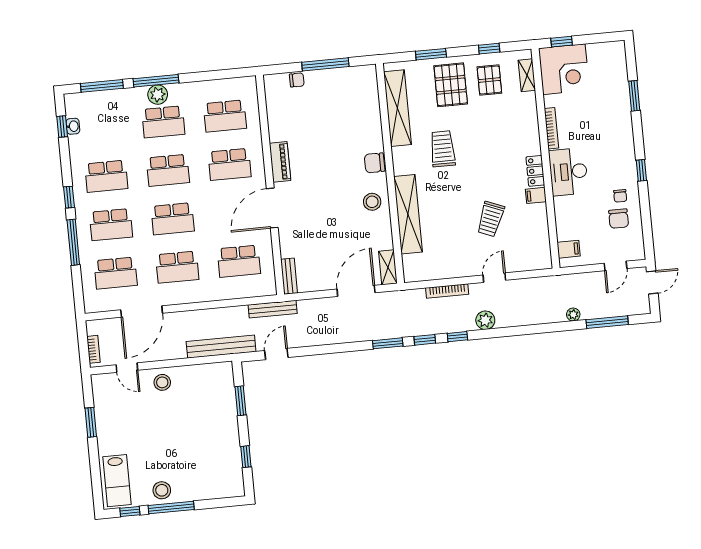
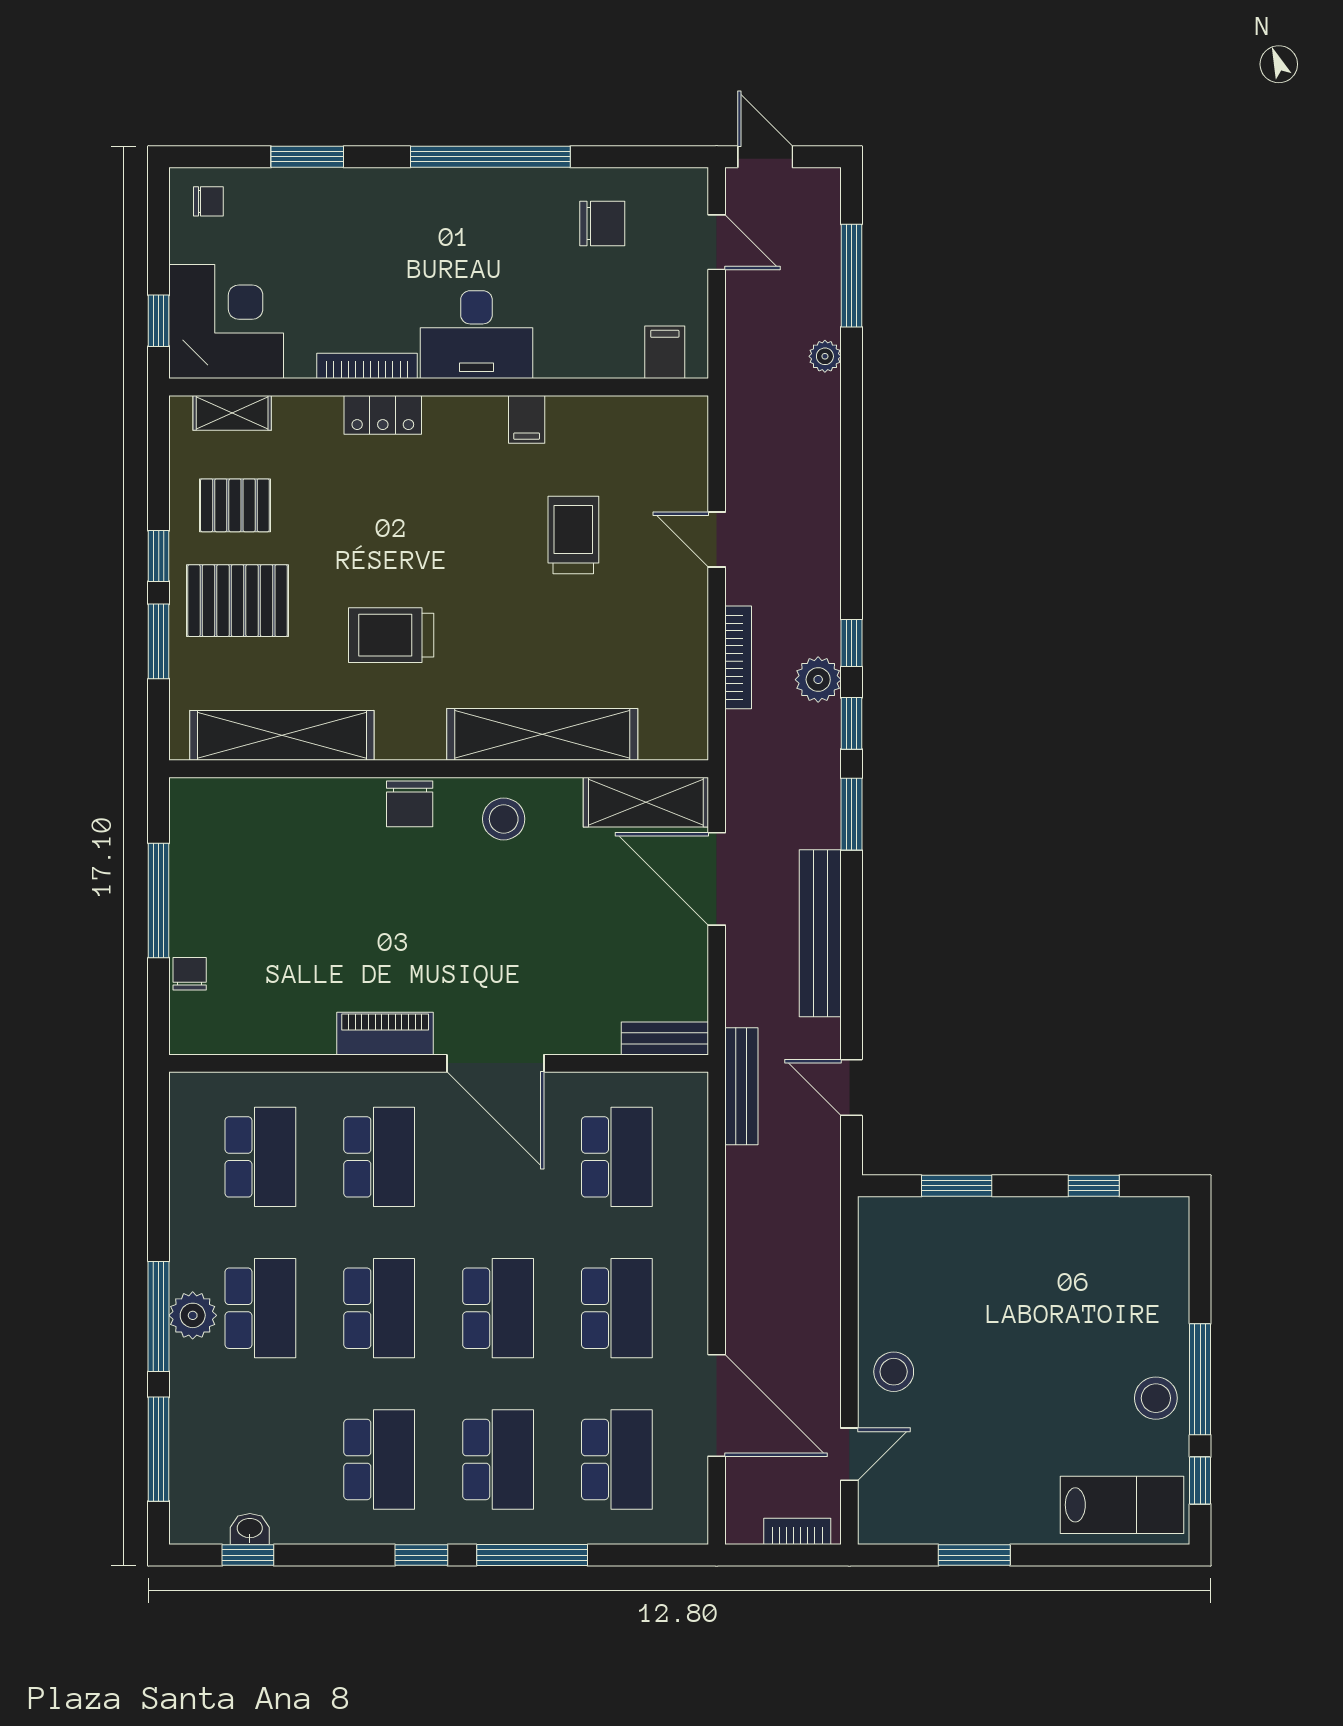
window: (489, 49) -> (159, 556), moved
window: (641, 170) -> (490, 157), width x3.17
locker: (535, 171) -> (383, 415), moved
chair: (620, 196) -> (208, 201), moved
trolley: (491, 219) -> (573, 535), turned -112
shelving: (388, 267) -> (646, 802), width x1.50, depth x1.33
plant: (485, 320) -> (818, 680), moved
bench: (221, 347) -> (820, 933), moved

